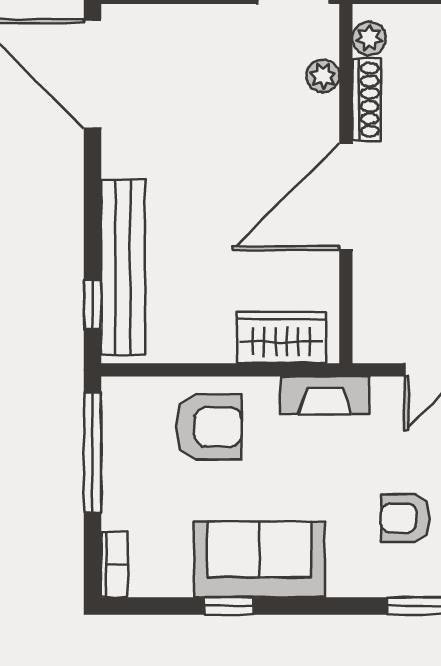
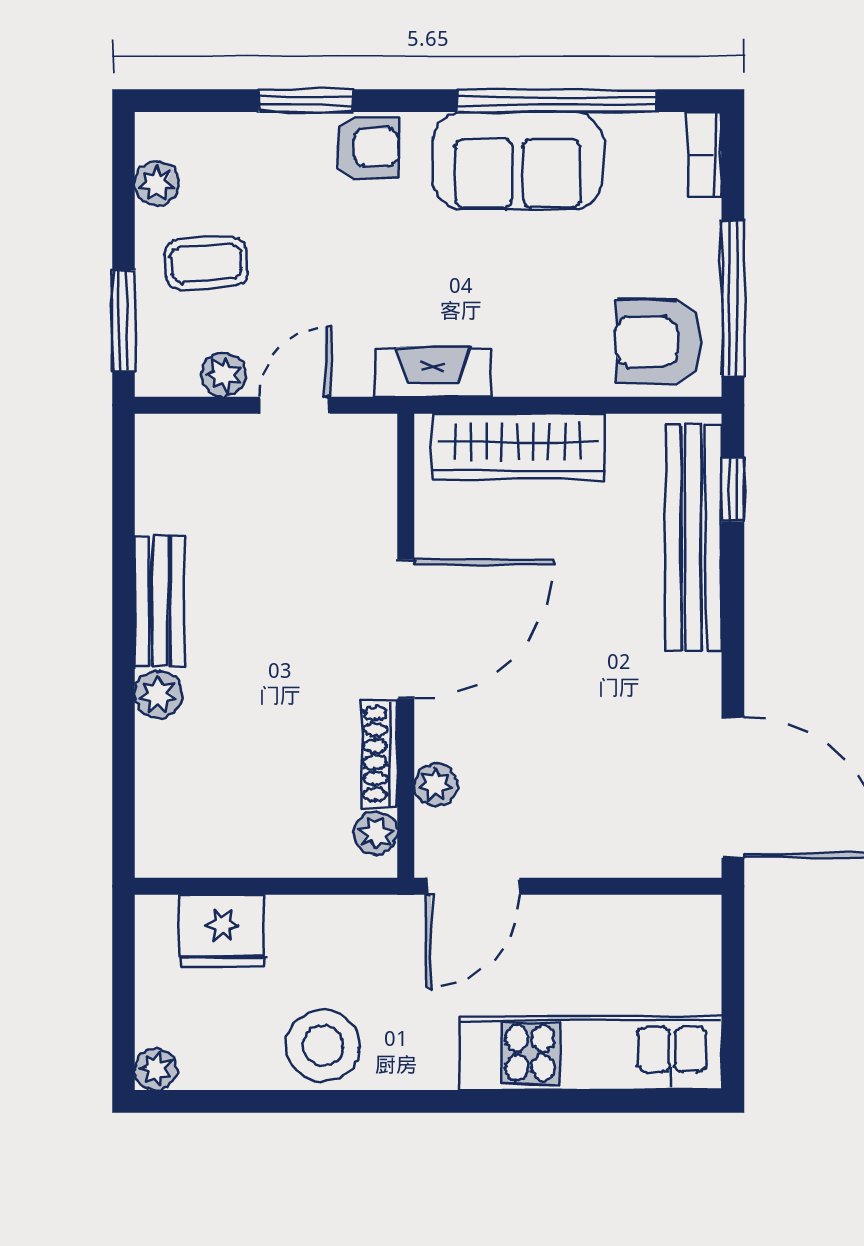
wardrobe: (281, 338) -> (518, 447), width x1.50
armchair: (209, 427) -> (658, 342), moved
armchair: (406, 518) -> (367, 148), moved
window: (229, 606) -> (557, 101), width x3.17

